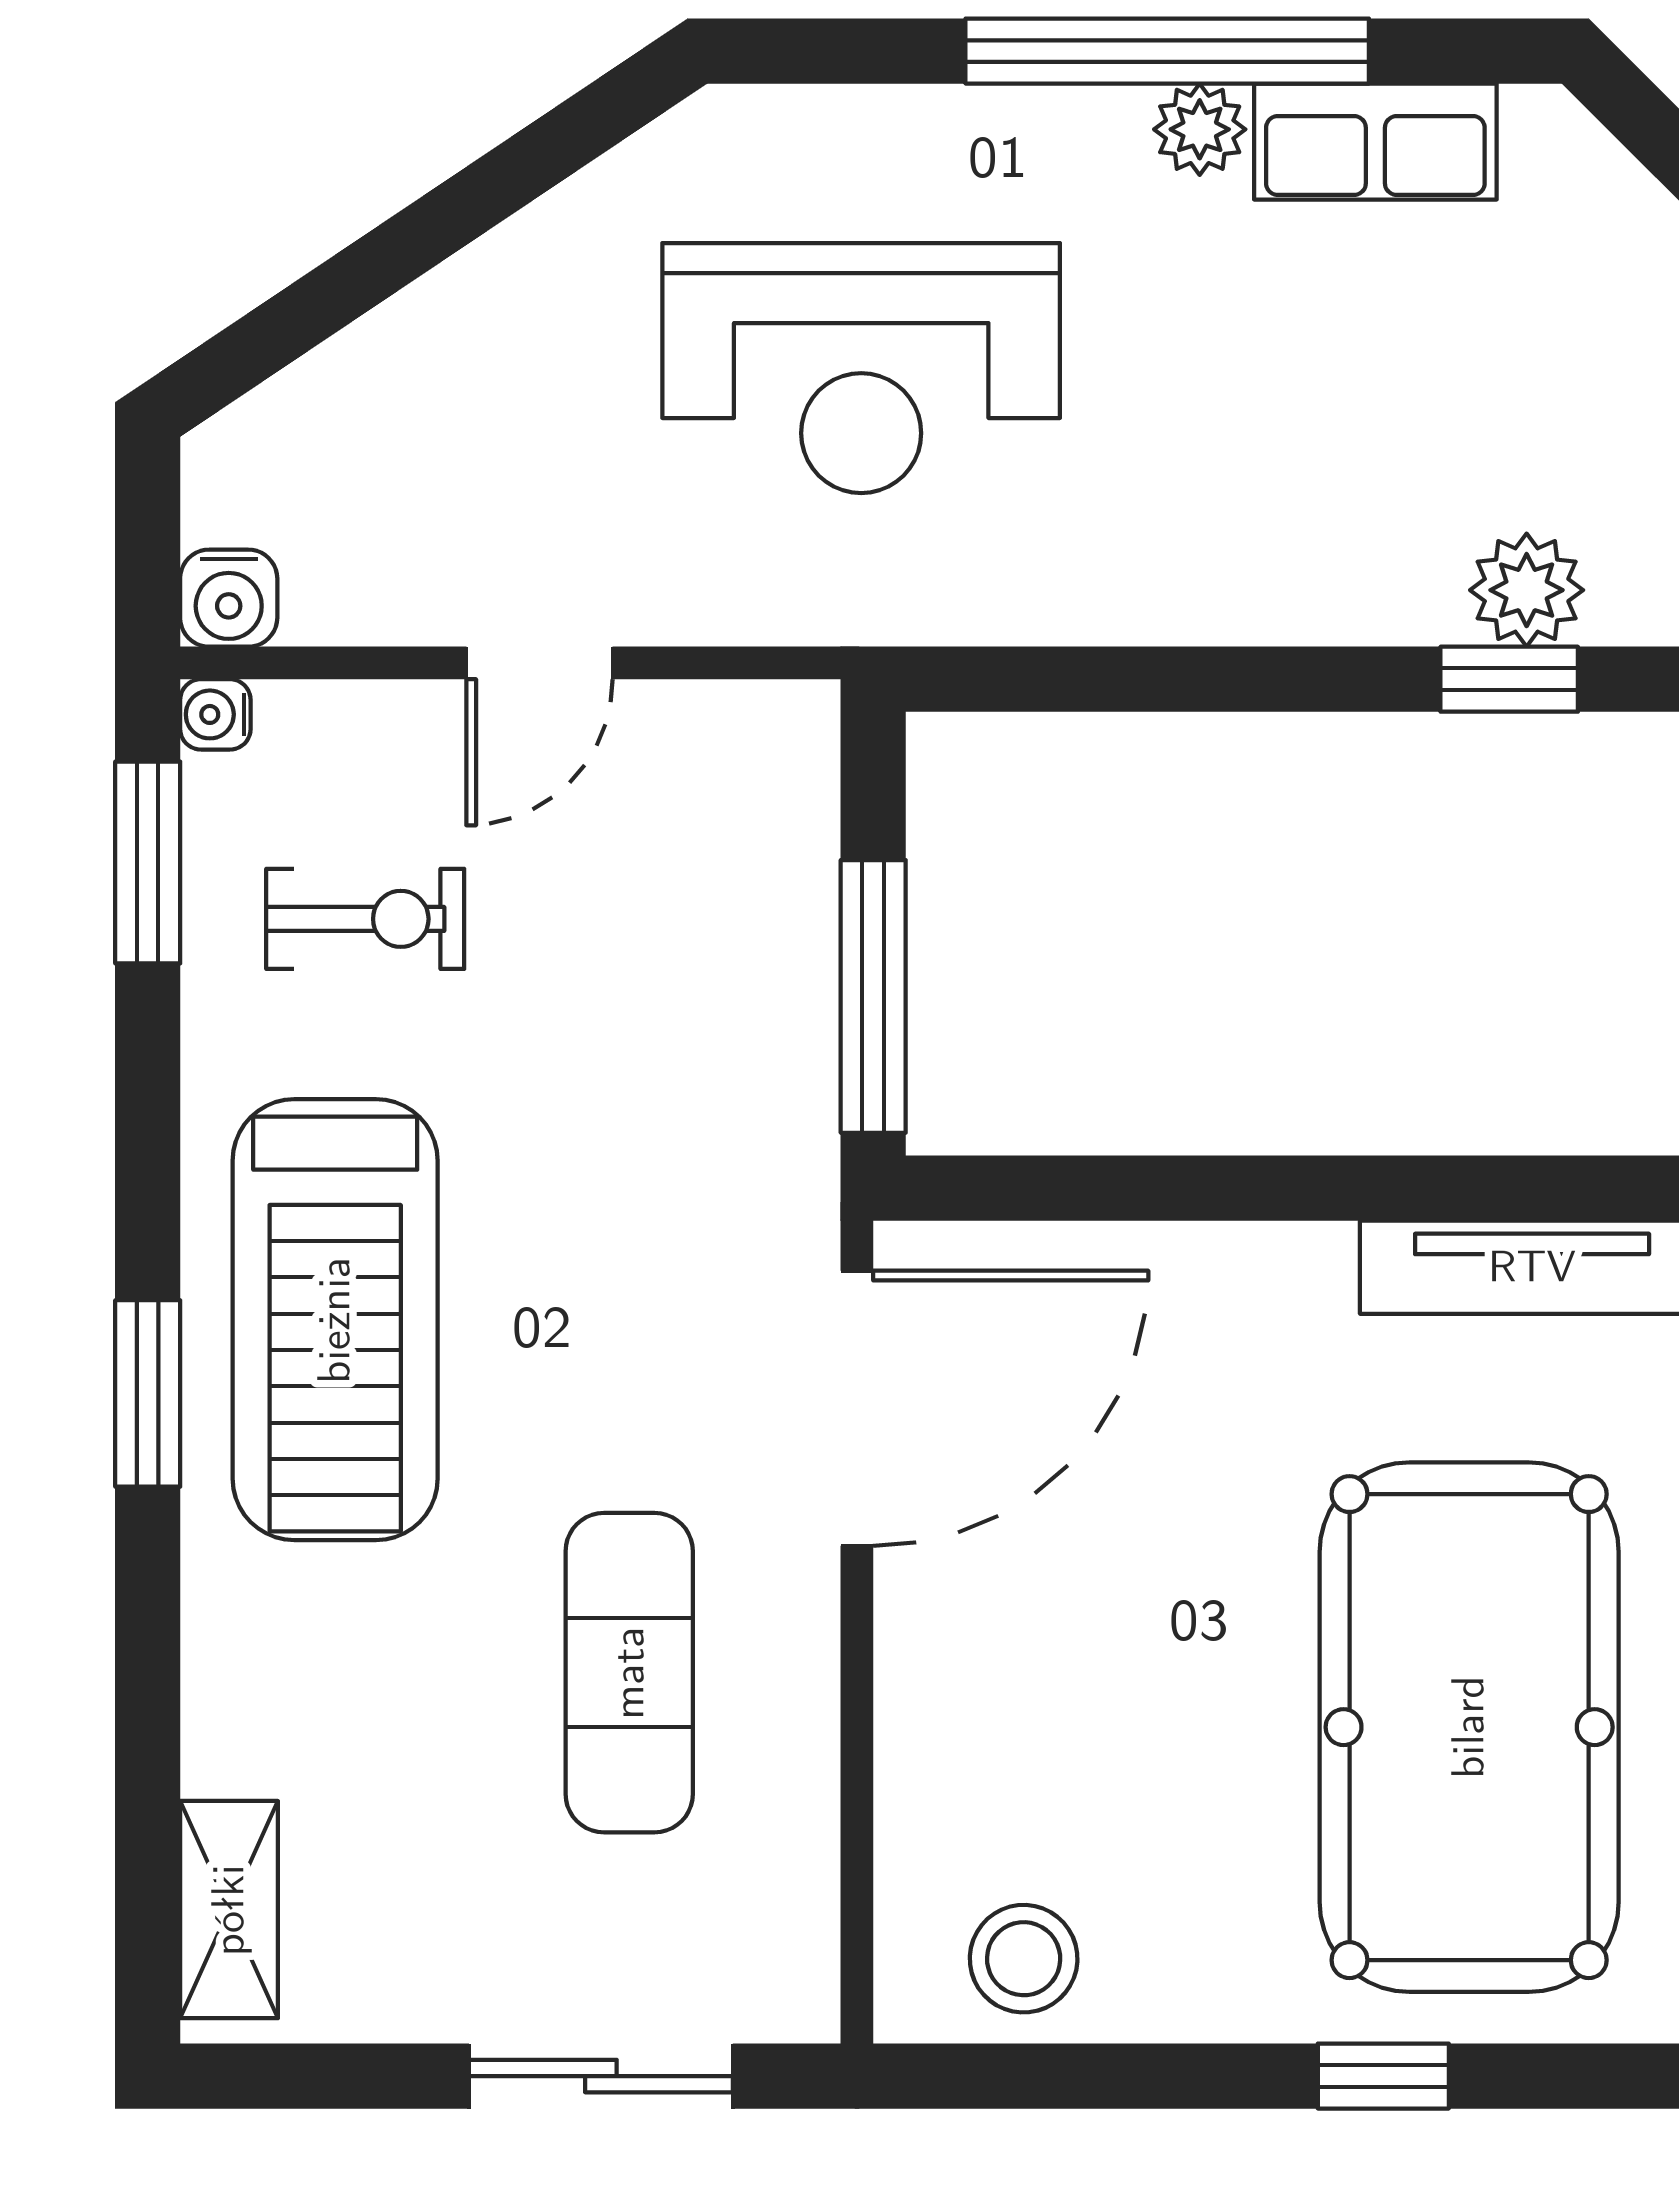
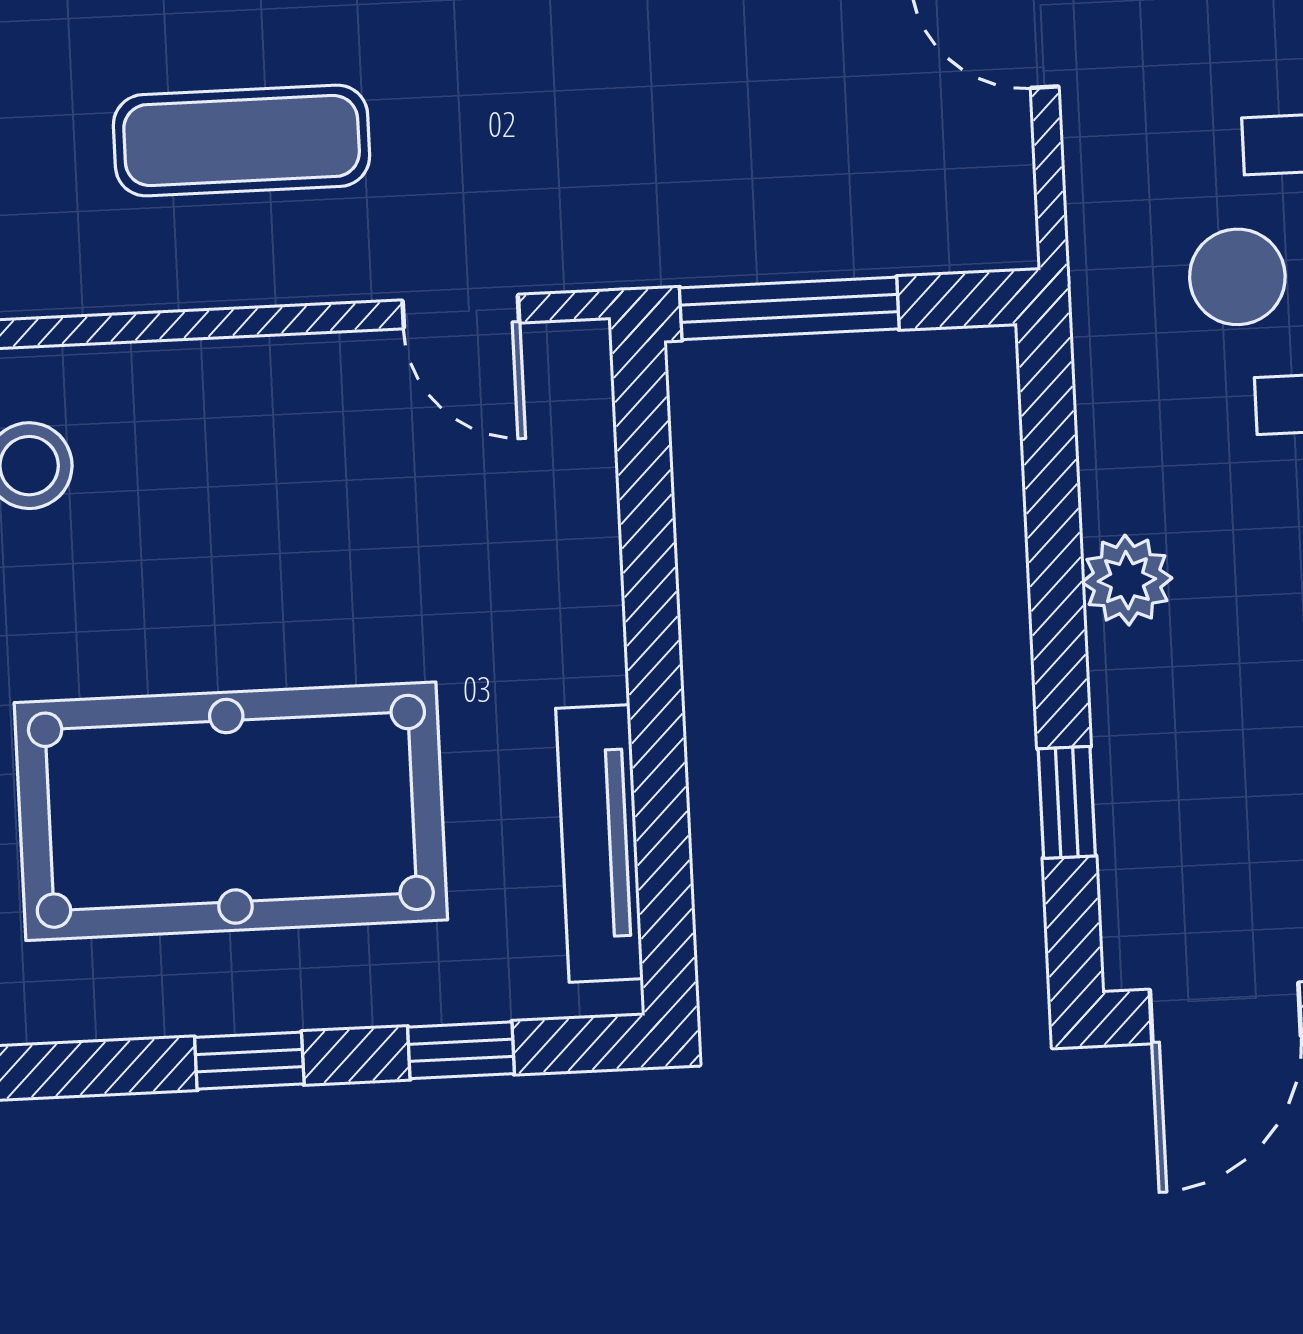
plant: (1527, 590) -> (1127, 580), moved
door: (857, 1408) -> (461, 311), width x0.53

